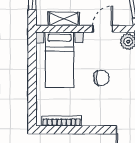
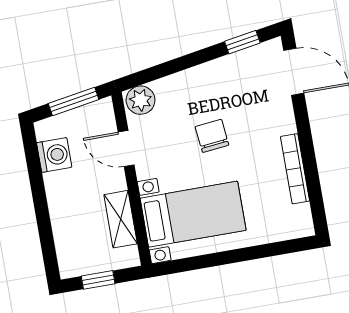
bookcase: (62, 121) -> (295, 169), moved

